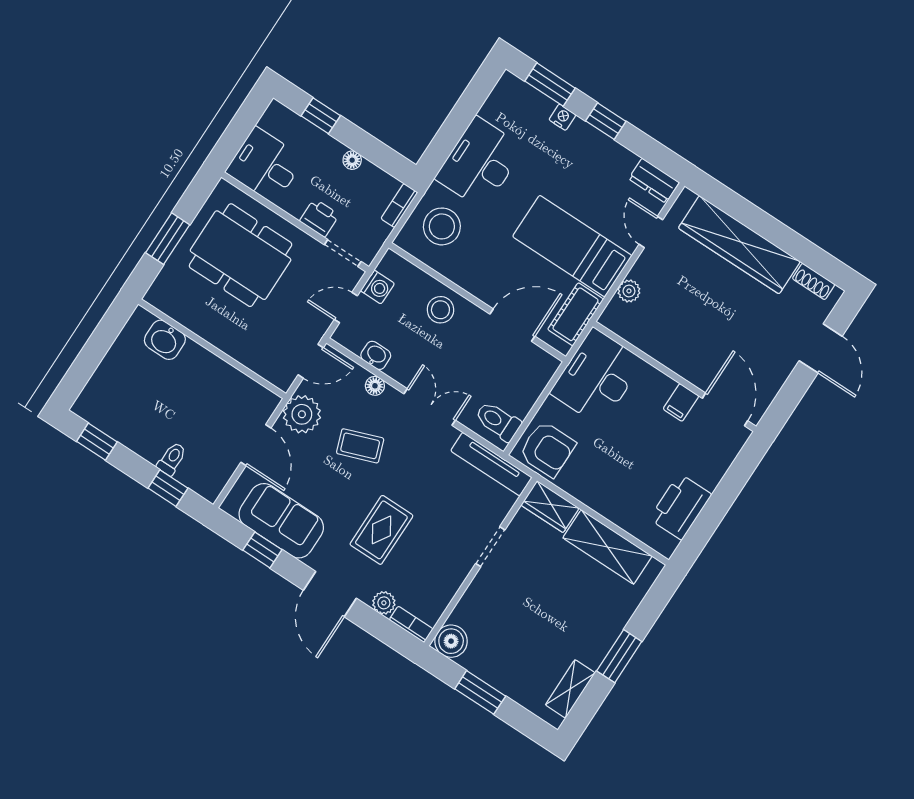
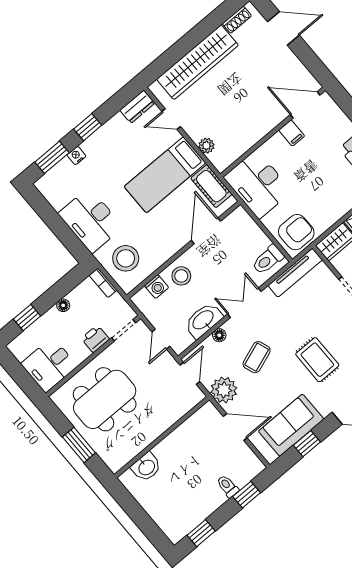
washing machine: (377, 287) -> (157, 287), moved, turned 90
washbasin: (376, 355) -> (203, 320), width x1.91, depth x1.45

